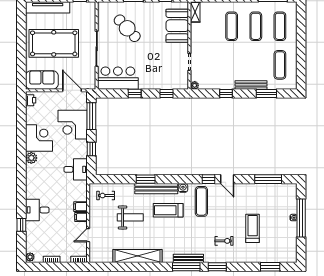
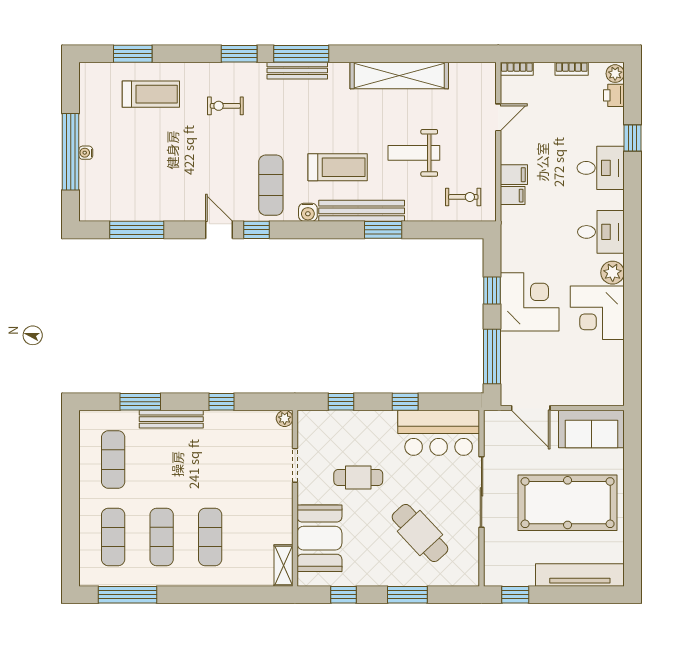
cafe table: (158, 56) -> (358, 477), added
printer: (31, 100) -> (614, 95), moved
corner desk: (73, 125) -> (530, 302), moved
desk: (76, 169) -> (601, 232), moved, turned 180
filing cabinet: (81, 217) -> (513, 196), moved
treadmill: (253, 228) -> (151, 94), moved, turned -90

